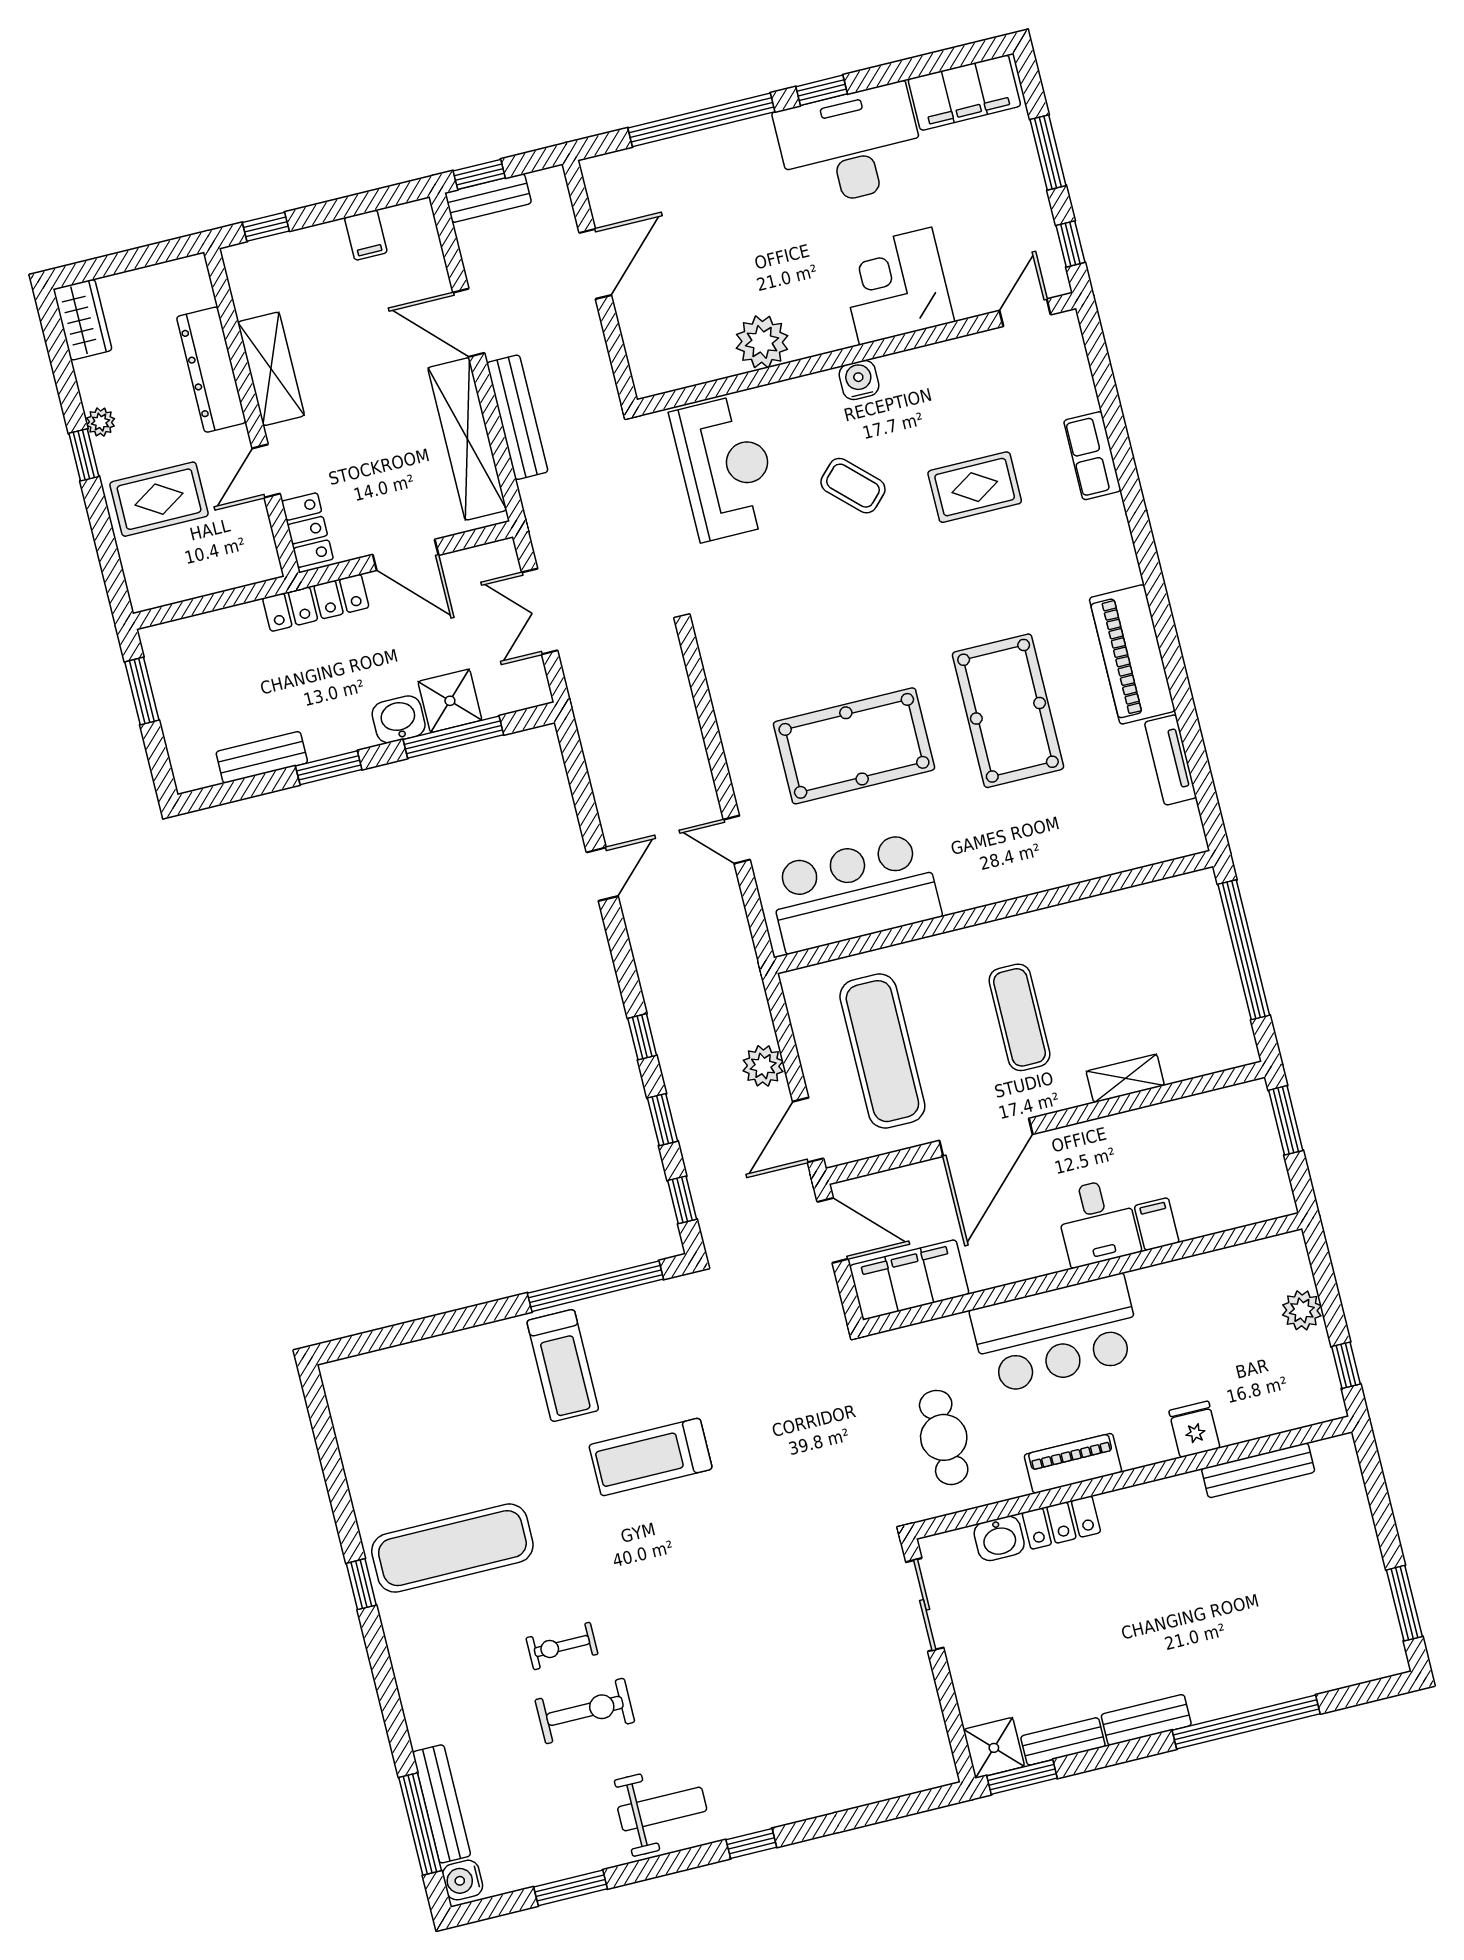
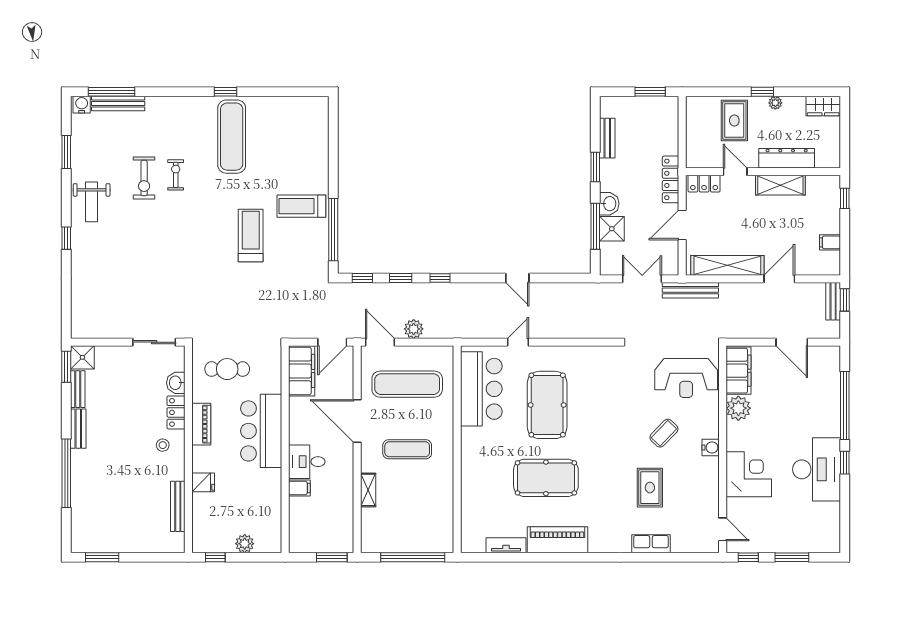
filing cabinet: (964, 93) -> (738, 371), moved, turned 180
bench: (517, 417) -> (690, 290), moved
stool: (1137, 1534) -> (163, 445), added

